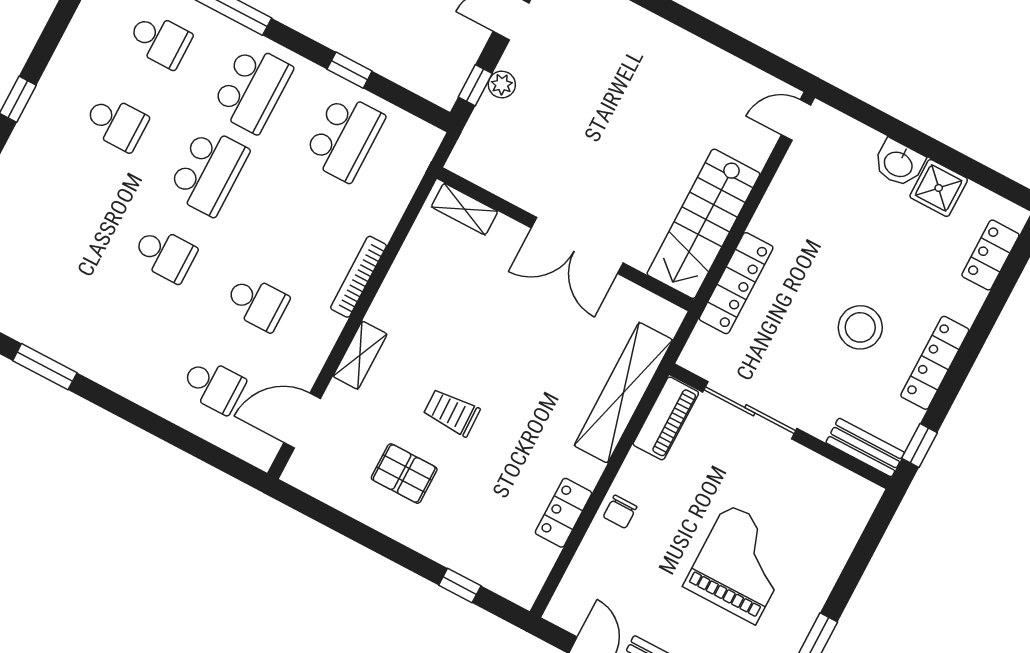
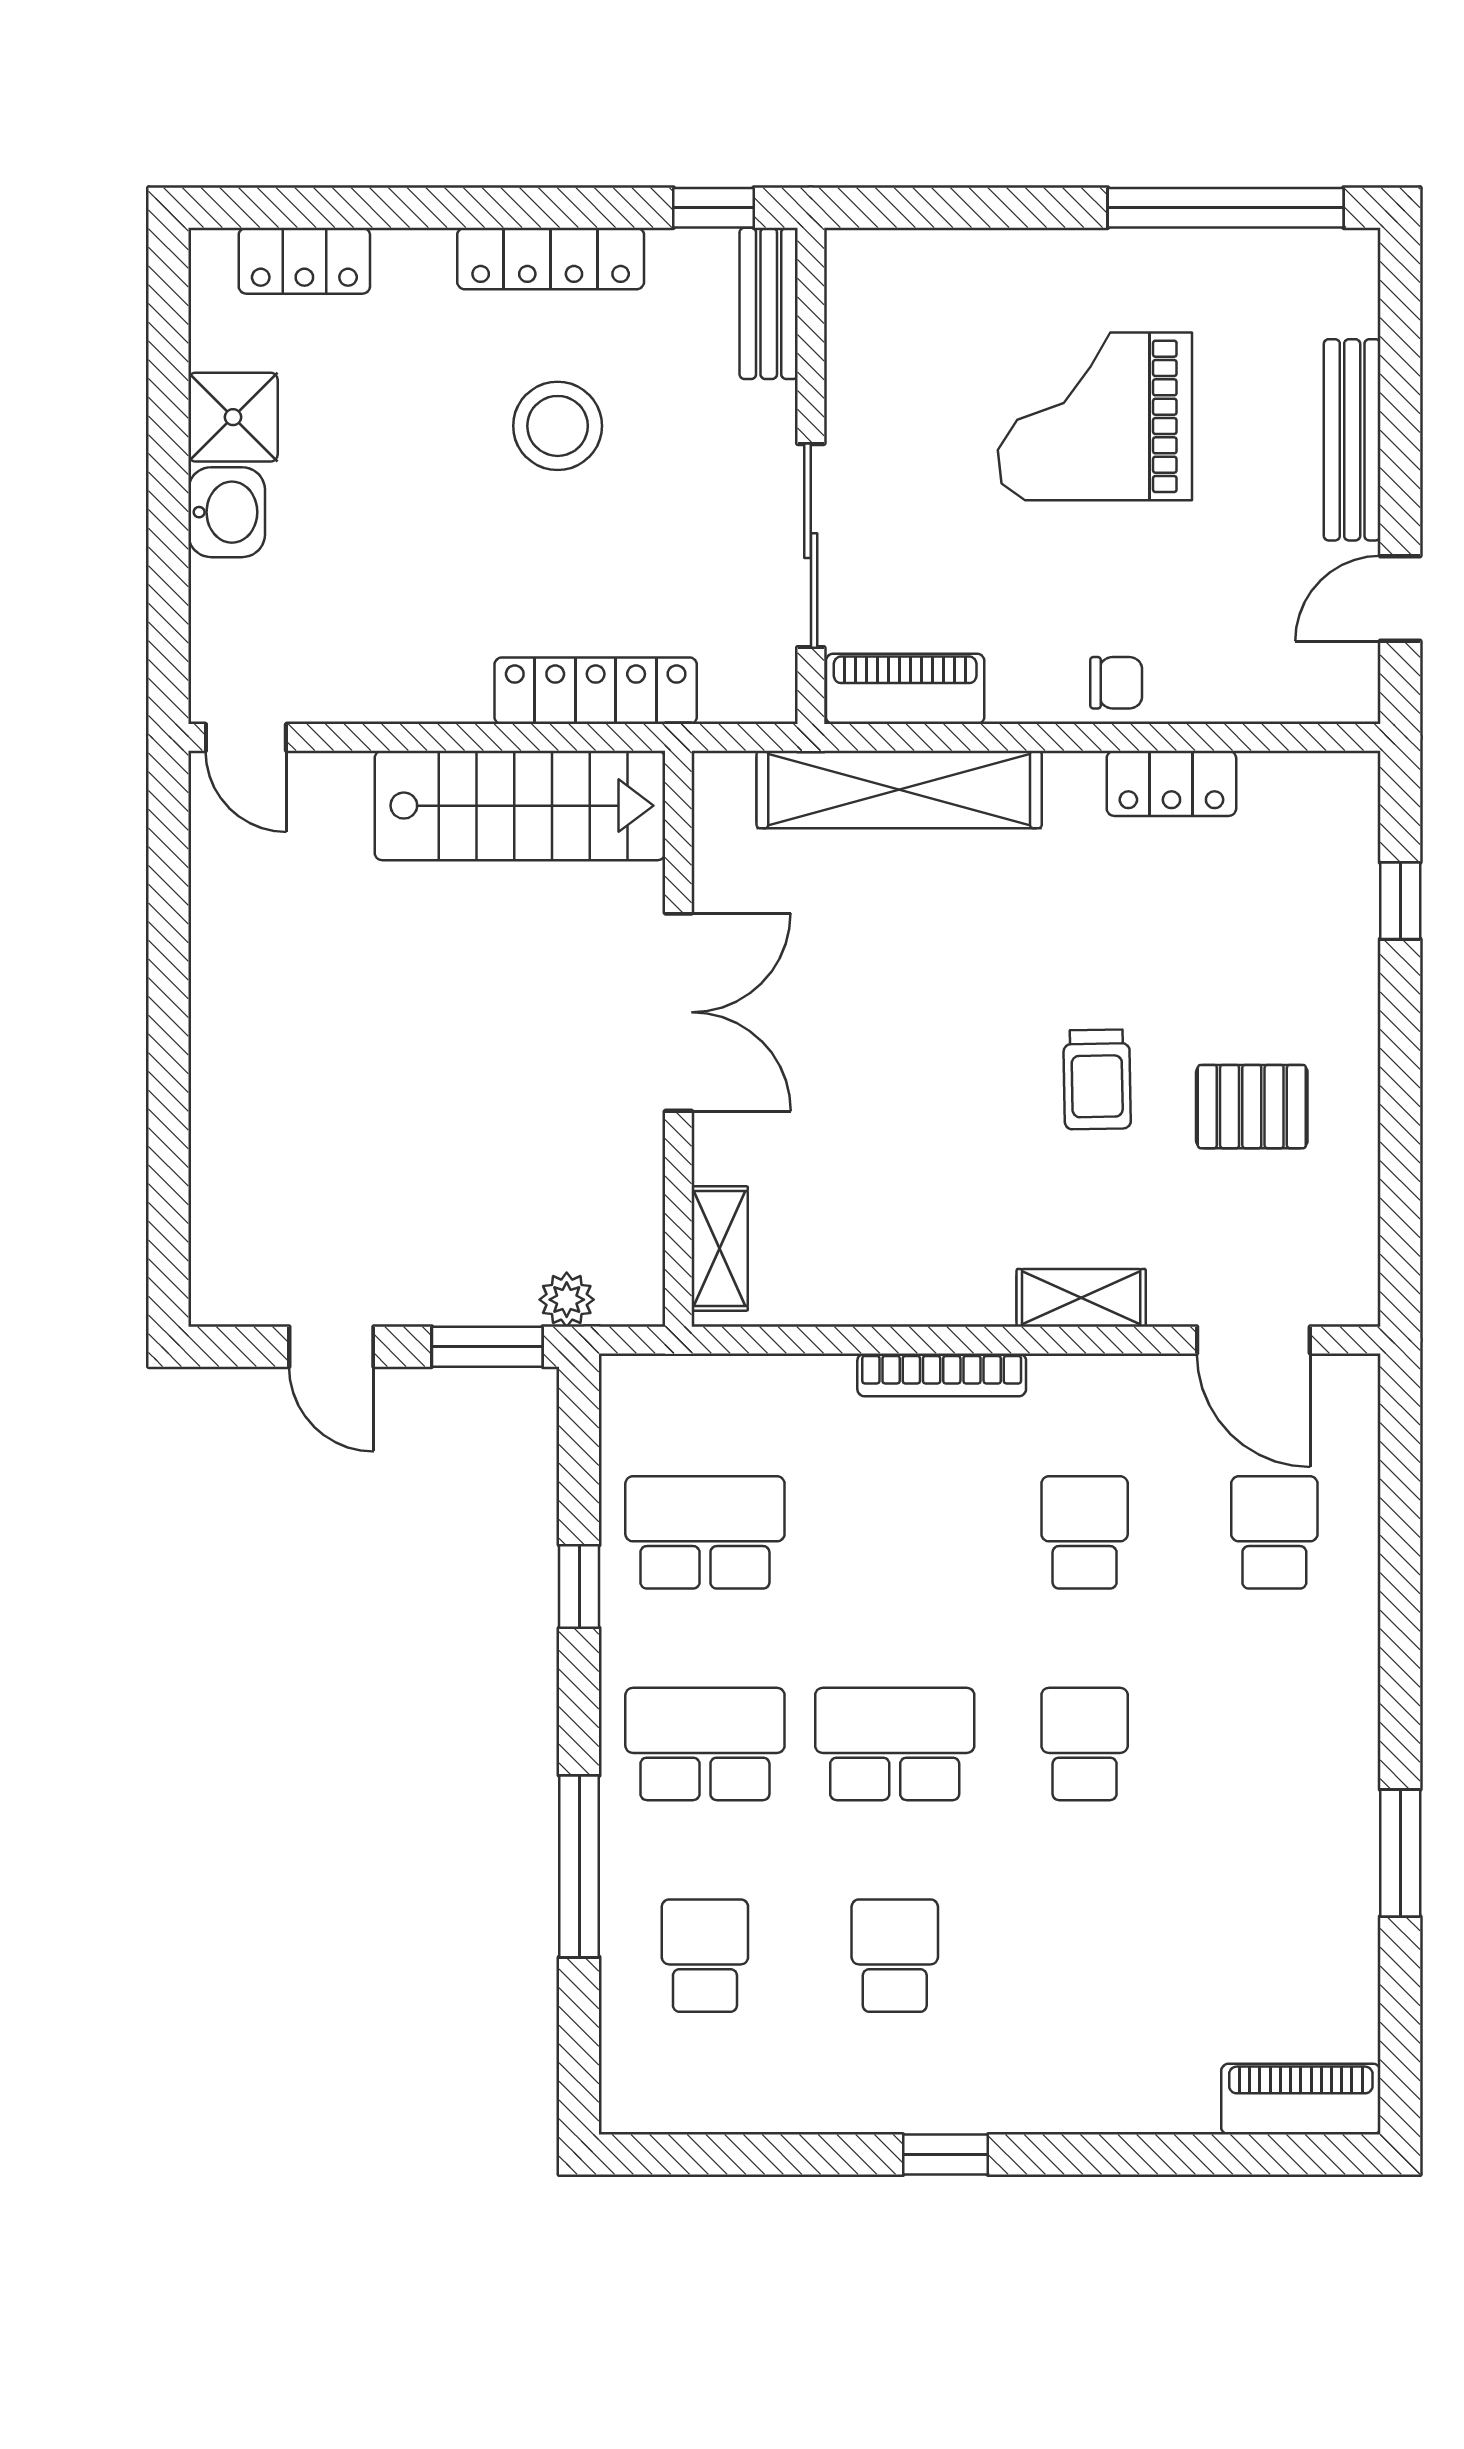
window: (475, 85) -> (487, 1347), width x1.50
plant: (502, 85) -> (567, 1300), moved
pallet: (404, 474) -> (1252, 1107), turned 90

